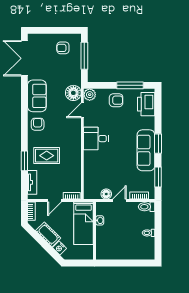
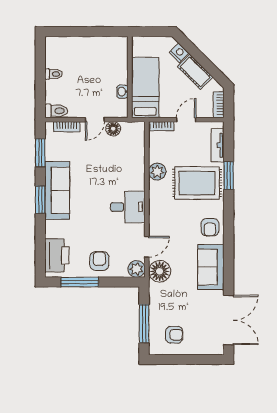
armchair: (116, 100) -> (99, 261), turned 90
rug: (47, 156) -> (197, 183), width x1.36, depth x1.43
plant: (75, 164) -> (157, 172), added

